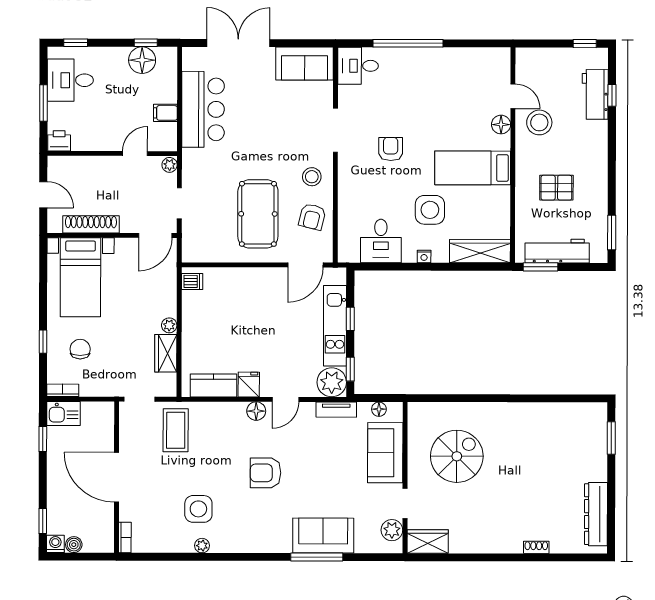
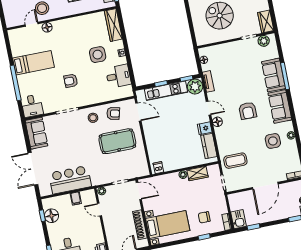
bed: (473, 168) -> (33, 63), moved, turned -90
sofa: (385, 453) -> (280, 106), moved, turned 90

